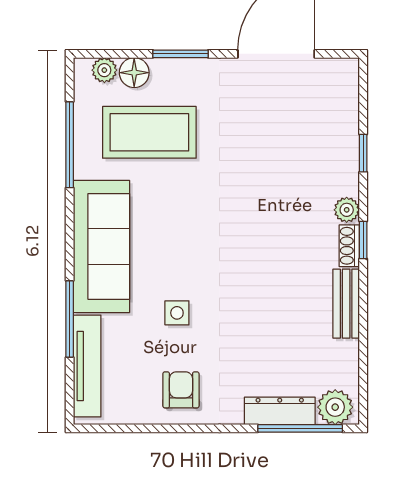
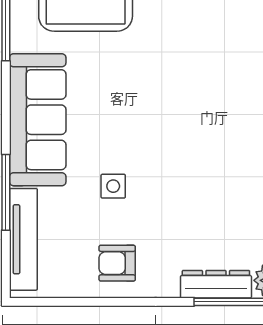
armchair: (181, 390) -> (117, 263), turned -90

